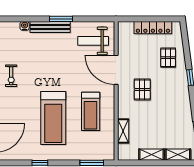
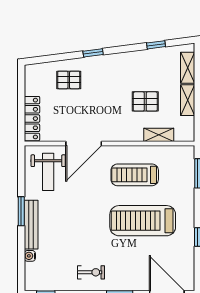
locker: (153, 28) -> (32, 119), moved
pallet: (142, 89) -> (145, 101), moved
treadmill: (91, 111) -> (135, 175), turned 180
treadmill: (53, 118) -> (143, 221), turned 180

